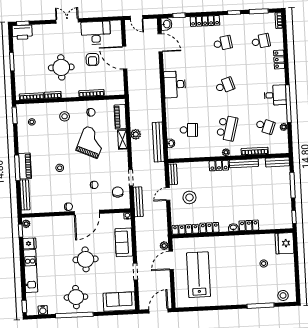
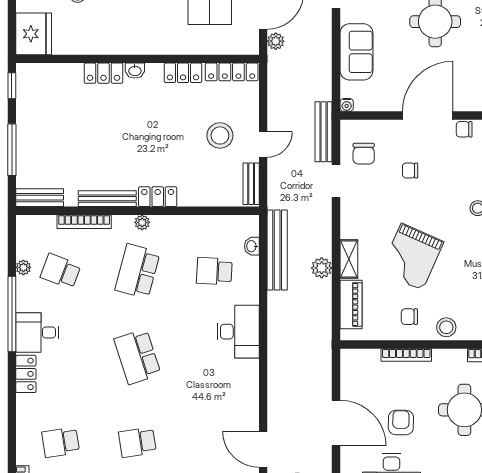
locker: (279, 60) -> (26, 374), moved
desk: (175, 84) -> (238, 332), moved
school desk: (225, 86) -> (137, 357), width x1.85
stool: (65, 116) -> (446, 327), moved

